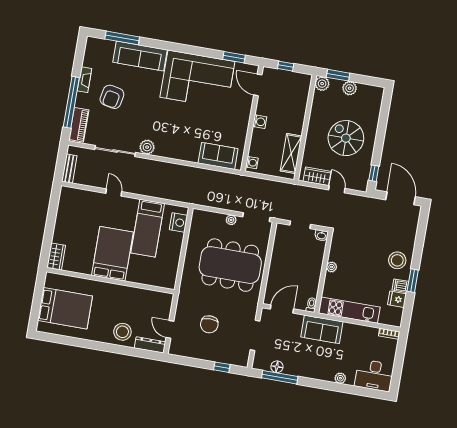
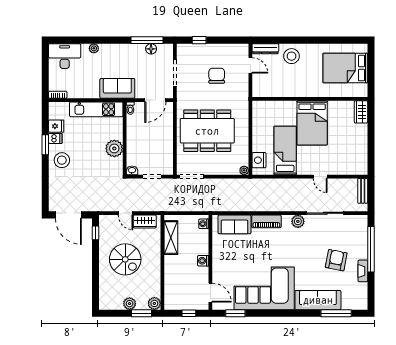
piano: (79, 125) -> (266, 221), moved, turned -90
plant: (231, 220) -> (244, 170), moved
plant: (332, 267) -> (114, 148), width x1.88, depth x1.88

